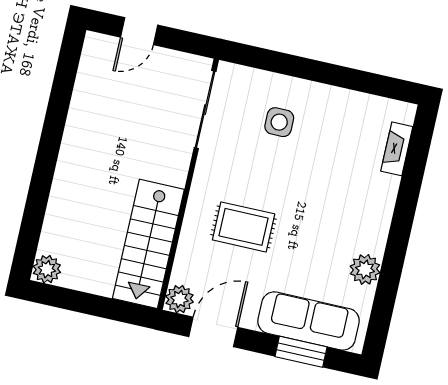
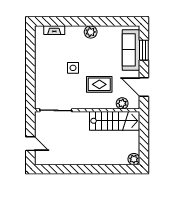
side table: (279, 122) -> (73, 68), moved
rug: (244, 227) -> (99, 84), turned 90
plant: (365, 269) -> (91, 32), moved
plant: (180, 299) -> (122, 103), moved

